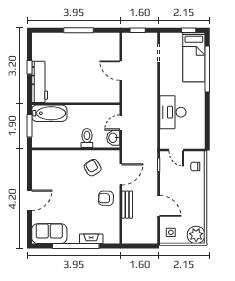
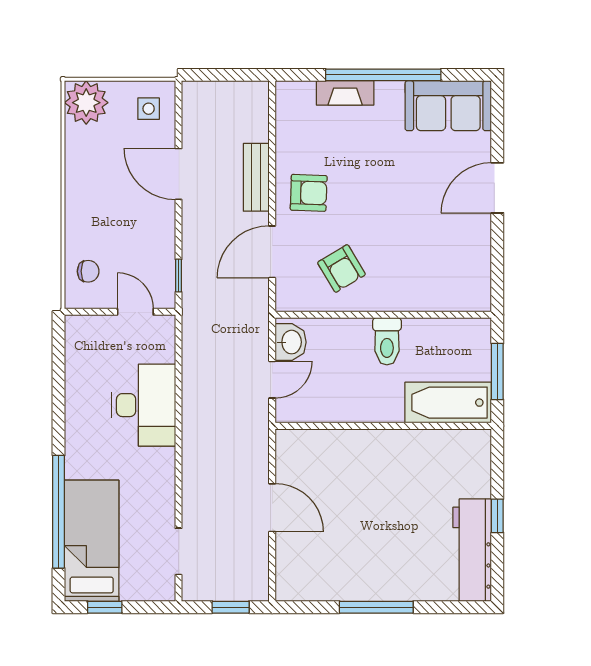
workbench: (40, 82) -> (472, 550), moved
toilet: (87, 138) -> (387, 341), moved

